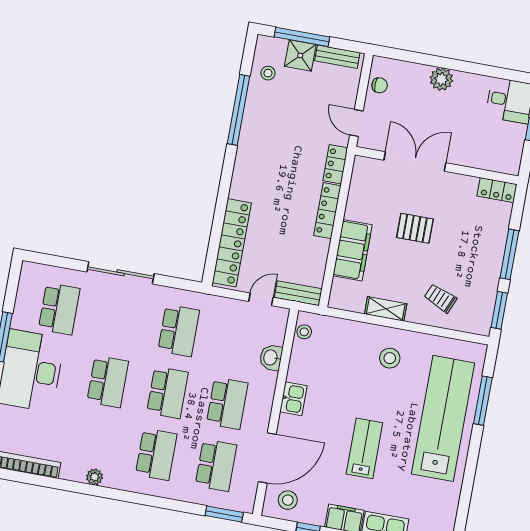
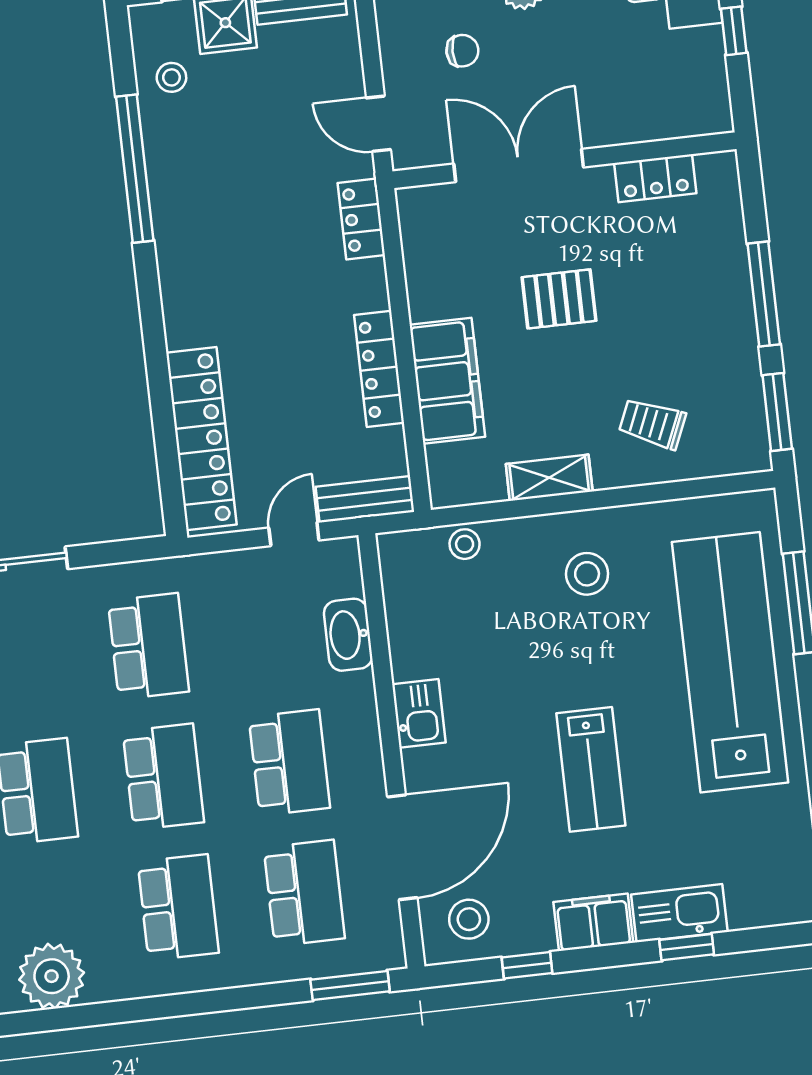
chair: (380, 85) -> (462, 51), moved
locker: (497, 190) -> (655, 178), moved
locker: (327, 211) -> (379, 369), moved
stool: (304, 332) -> (465, 544), moved
washbasin: (271, 358) -> (348, 635), width x1.38
lab bench: (364, 448) -> (591, 769), turned 180
plant: (95, 477) -> (52, 976), width x1.87, depth x1.87

